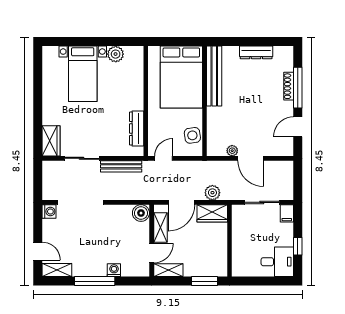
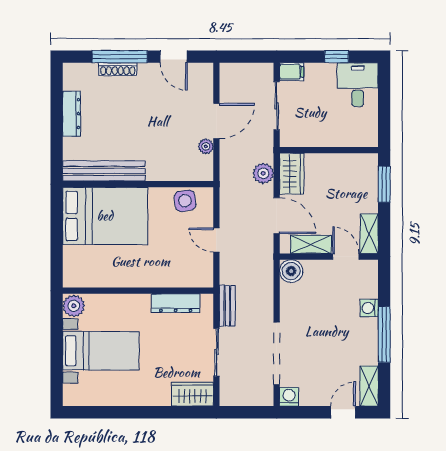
wall: (146, 101) -> (138, 291), moved
dresser: (137, 129) -> (176, 303), moved
bench: (121, 166) -> (227, 306), width x0.73

